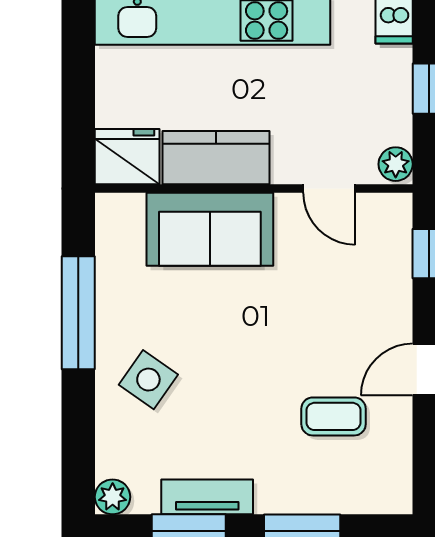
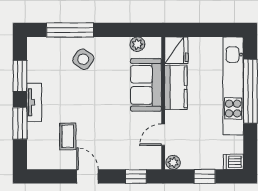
window: (78, 313) -> (70, 30), moved
plant: (113, 497) -> (137, 44), moved
tv unit: (207, 497) -> (34, 102), moved

